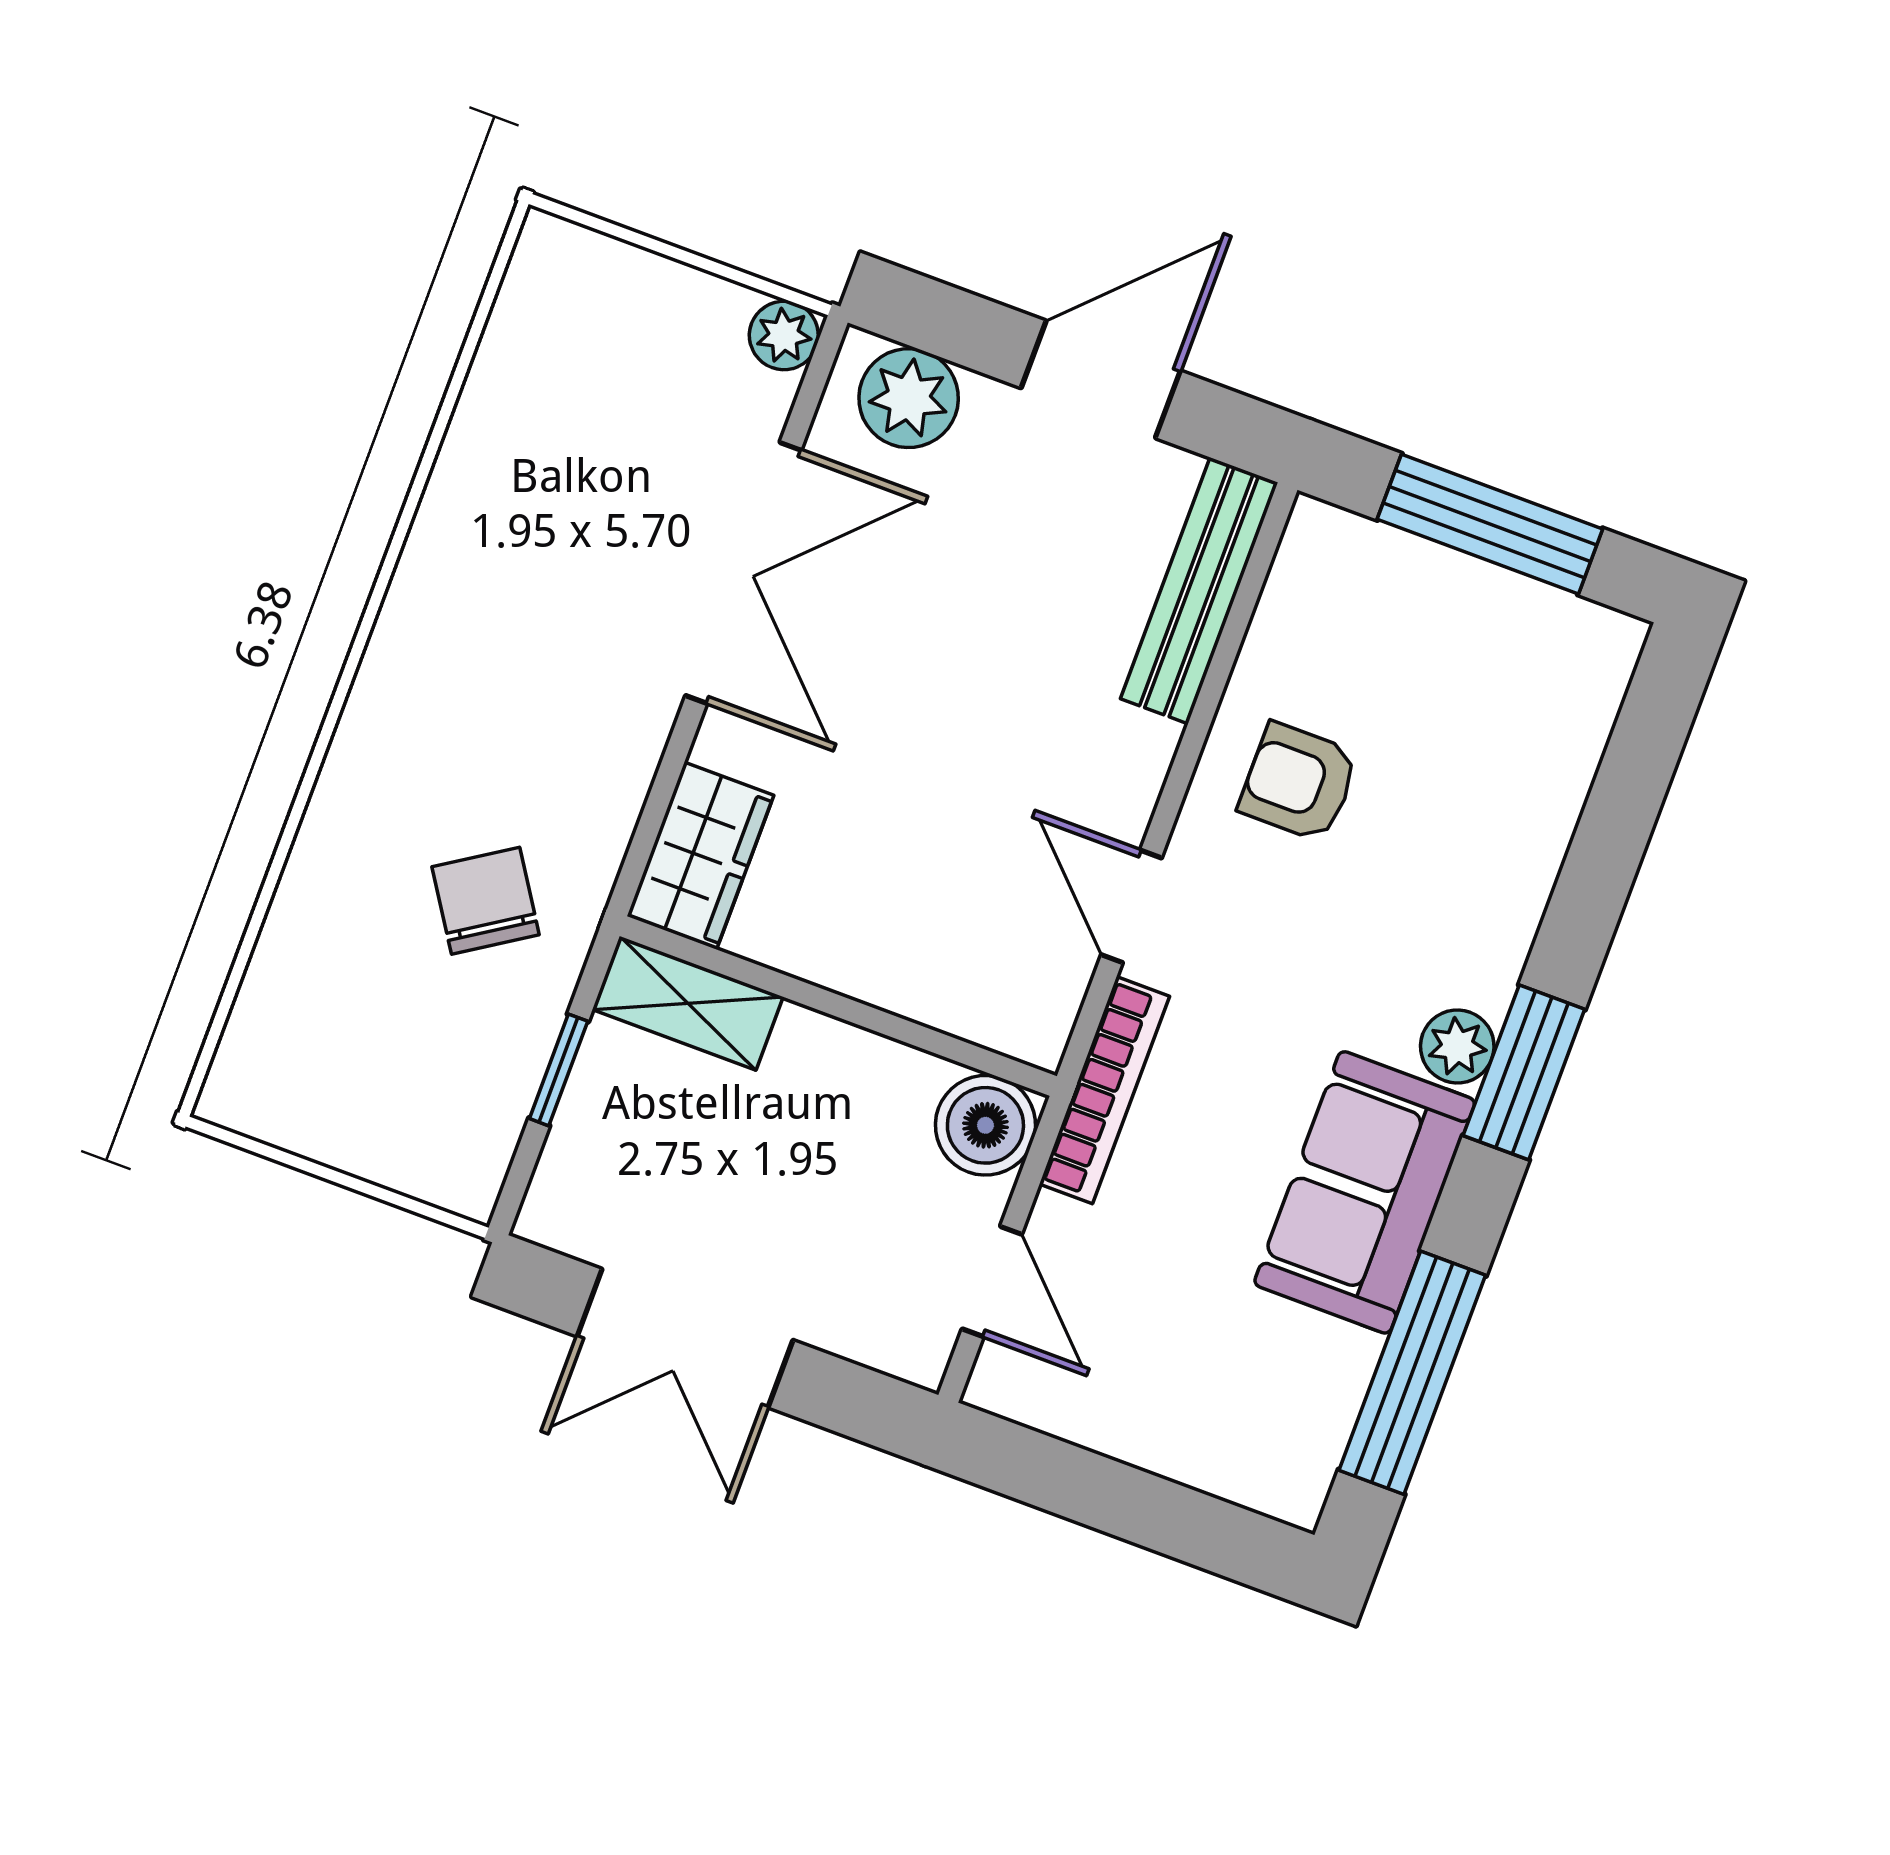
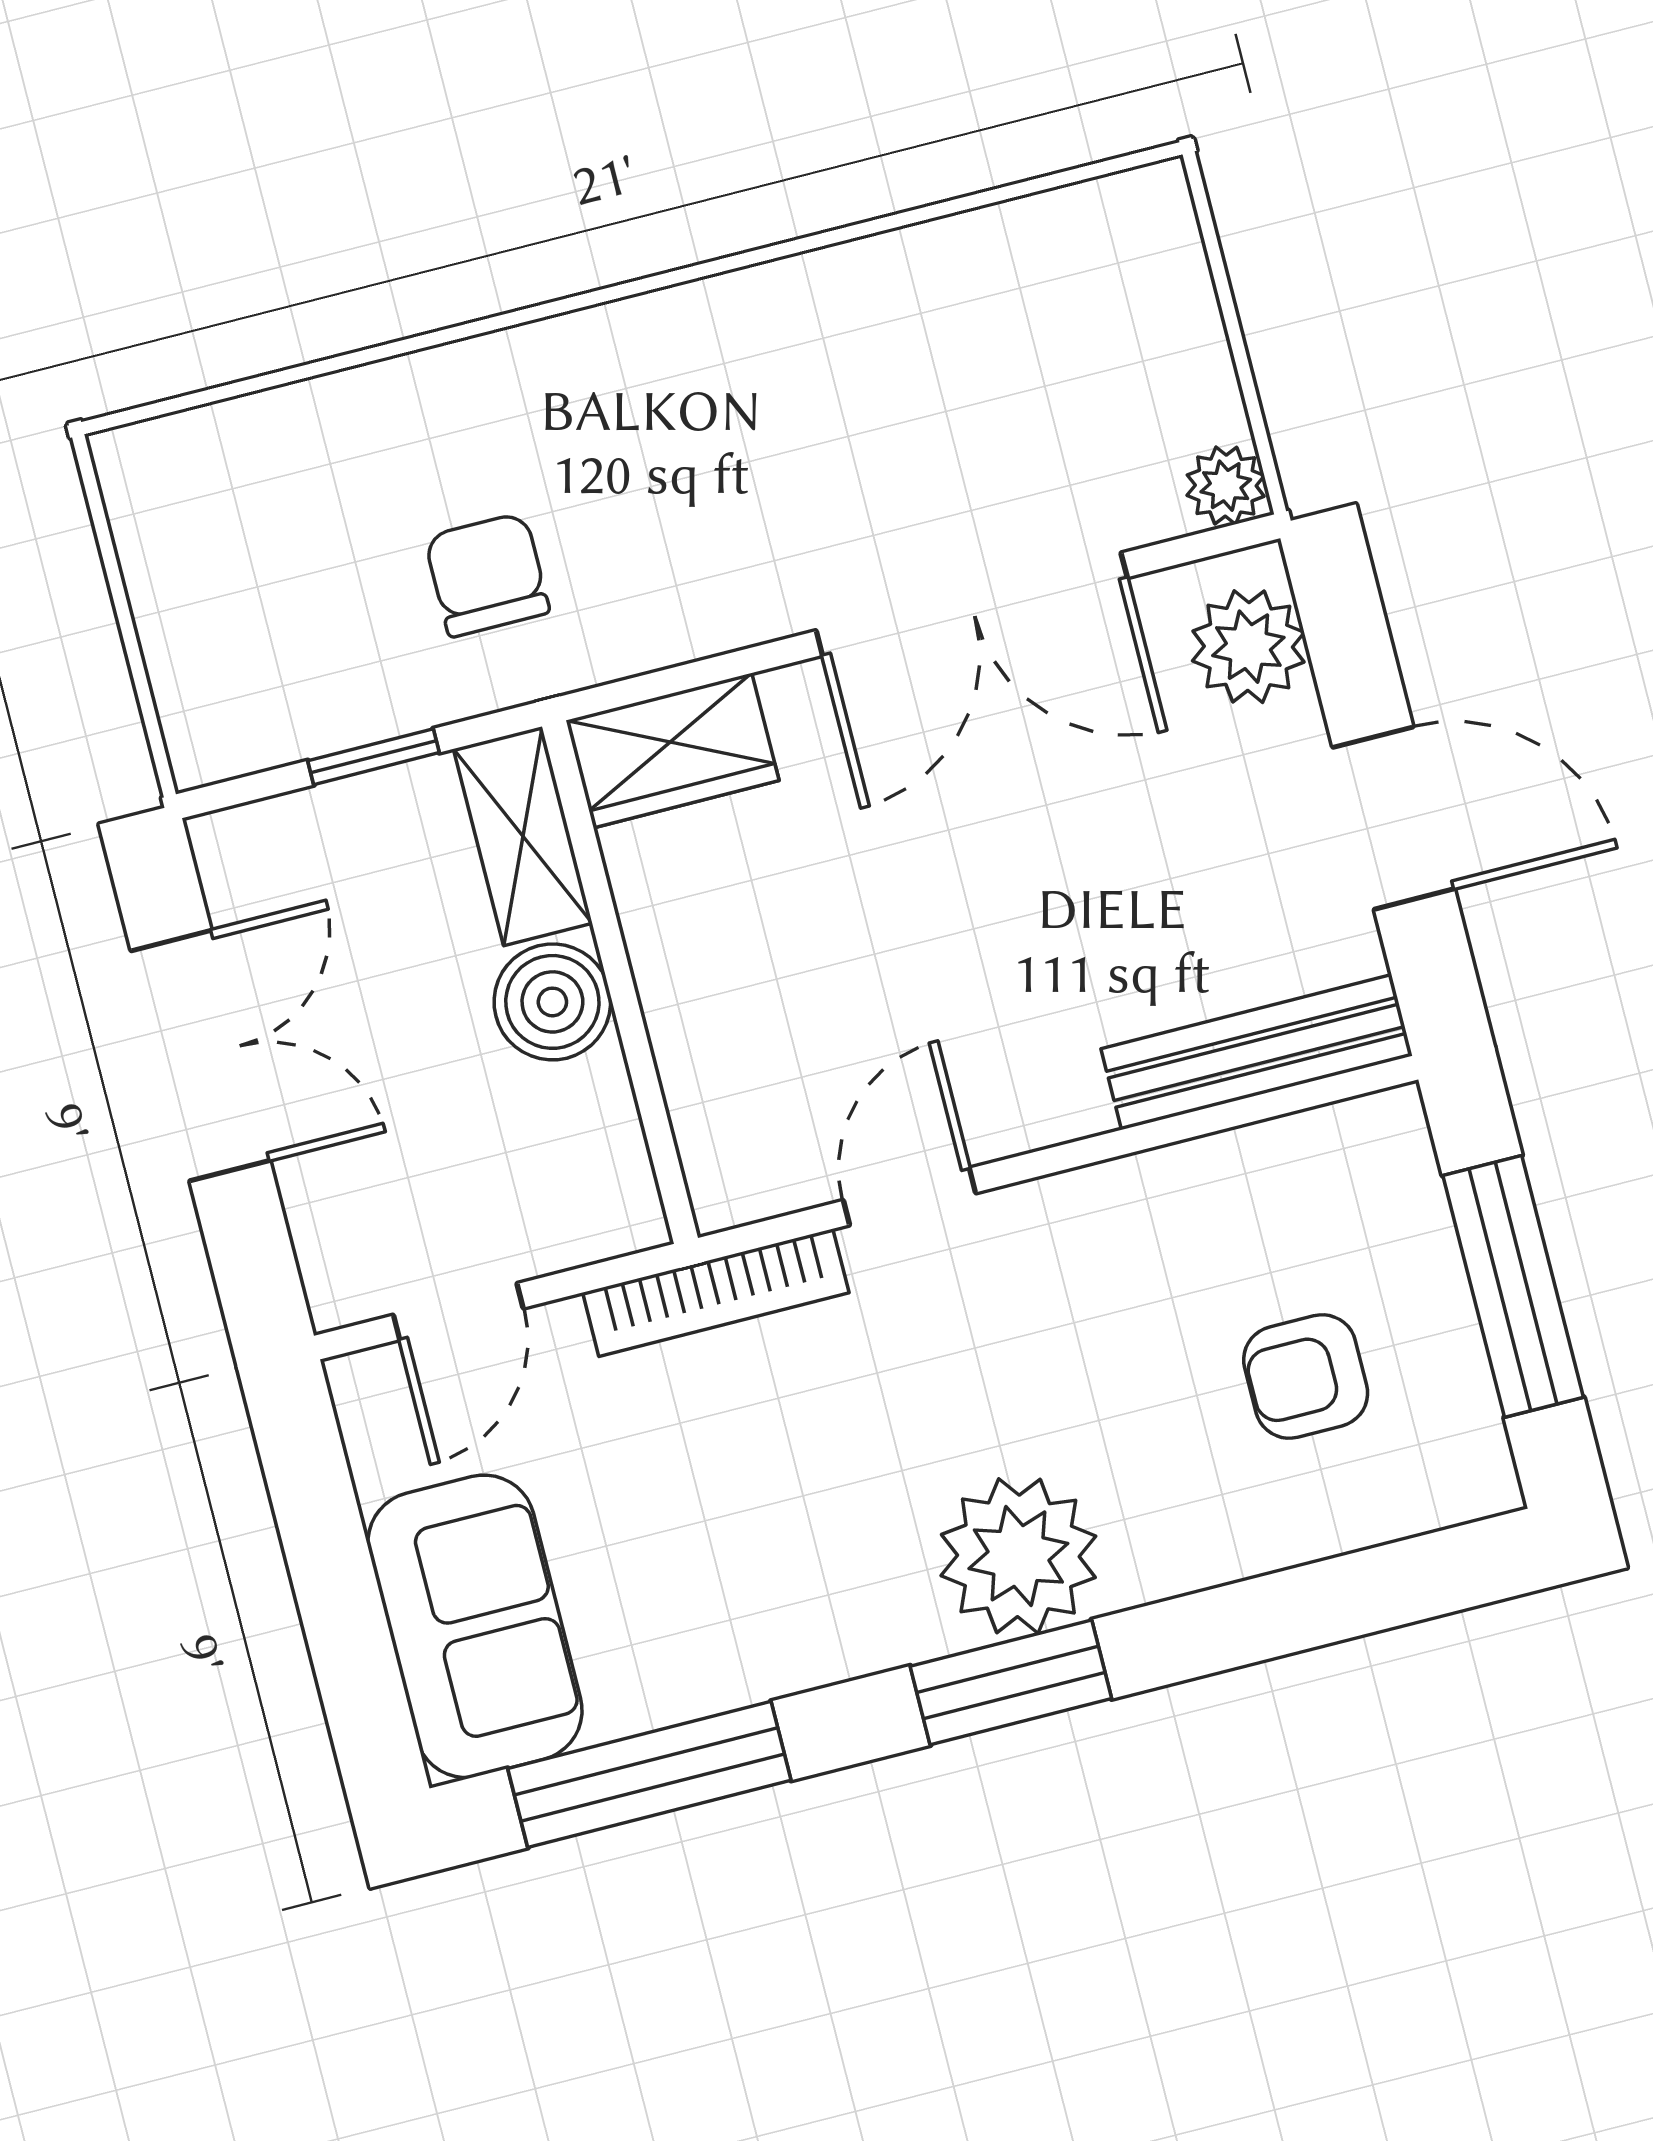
armchair: (1299, 782) -> (1306, 1376), moved, turned -90
chair: (486, 901) -> (487, 575), turned -57
plant: (1457, 1046) -> (1018, 1556), width x1.88, depth x1.88
boiler: (985, 1125) -> (552, 1002), moved
sofa: (1365, 1192) -> (475, 1626), moved, turned 90
double door: (685, 1338) -> (201, 1056), swing flipped

